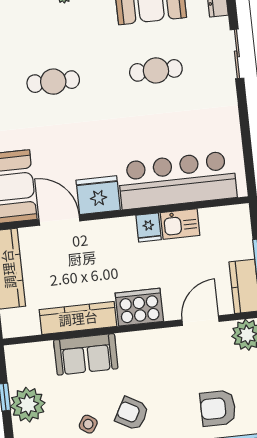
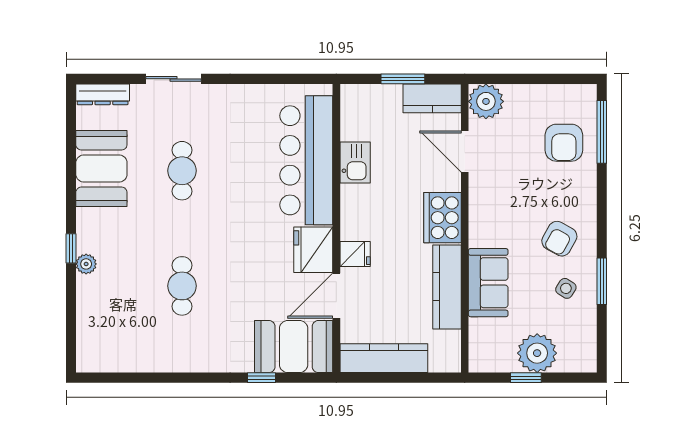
fridge: (149, 227) -> (355, 254), moved

